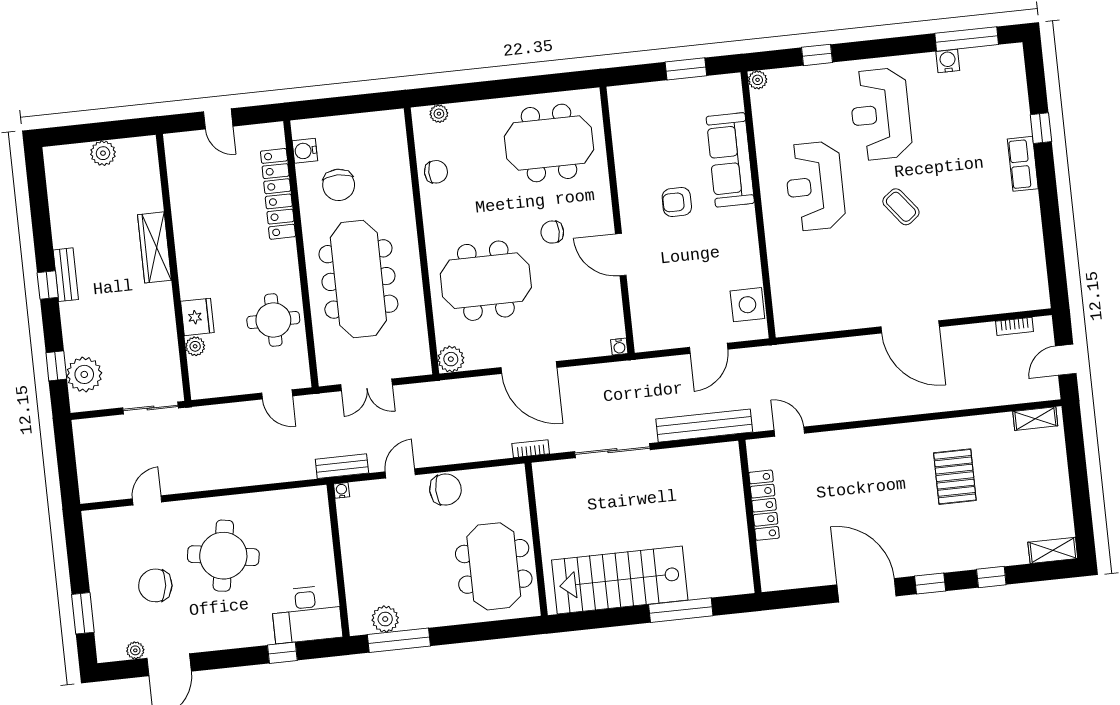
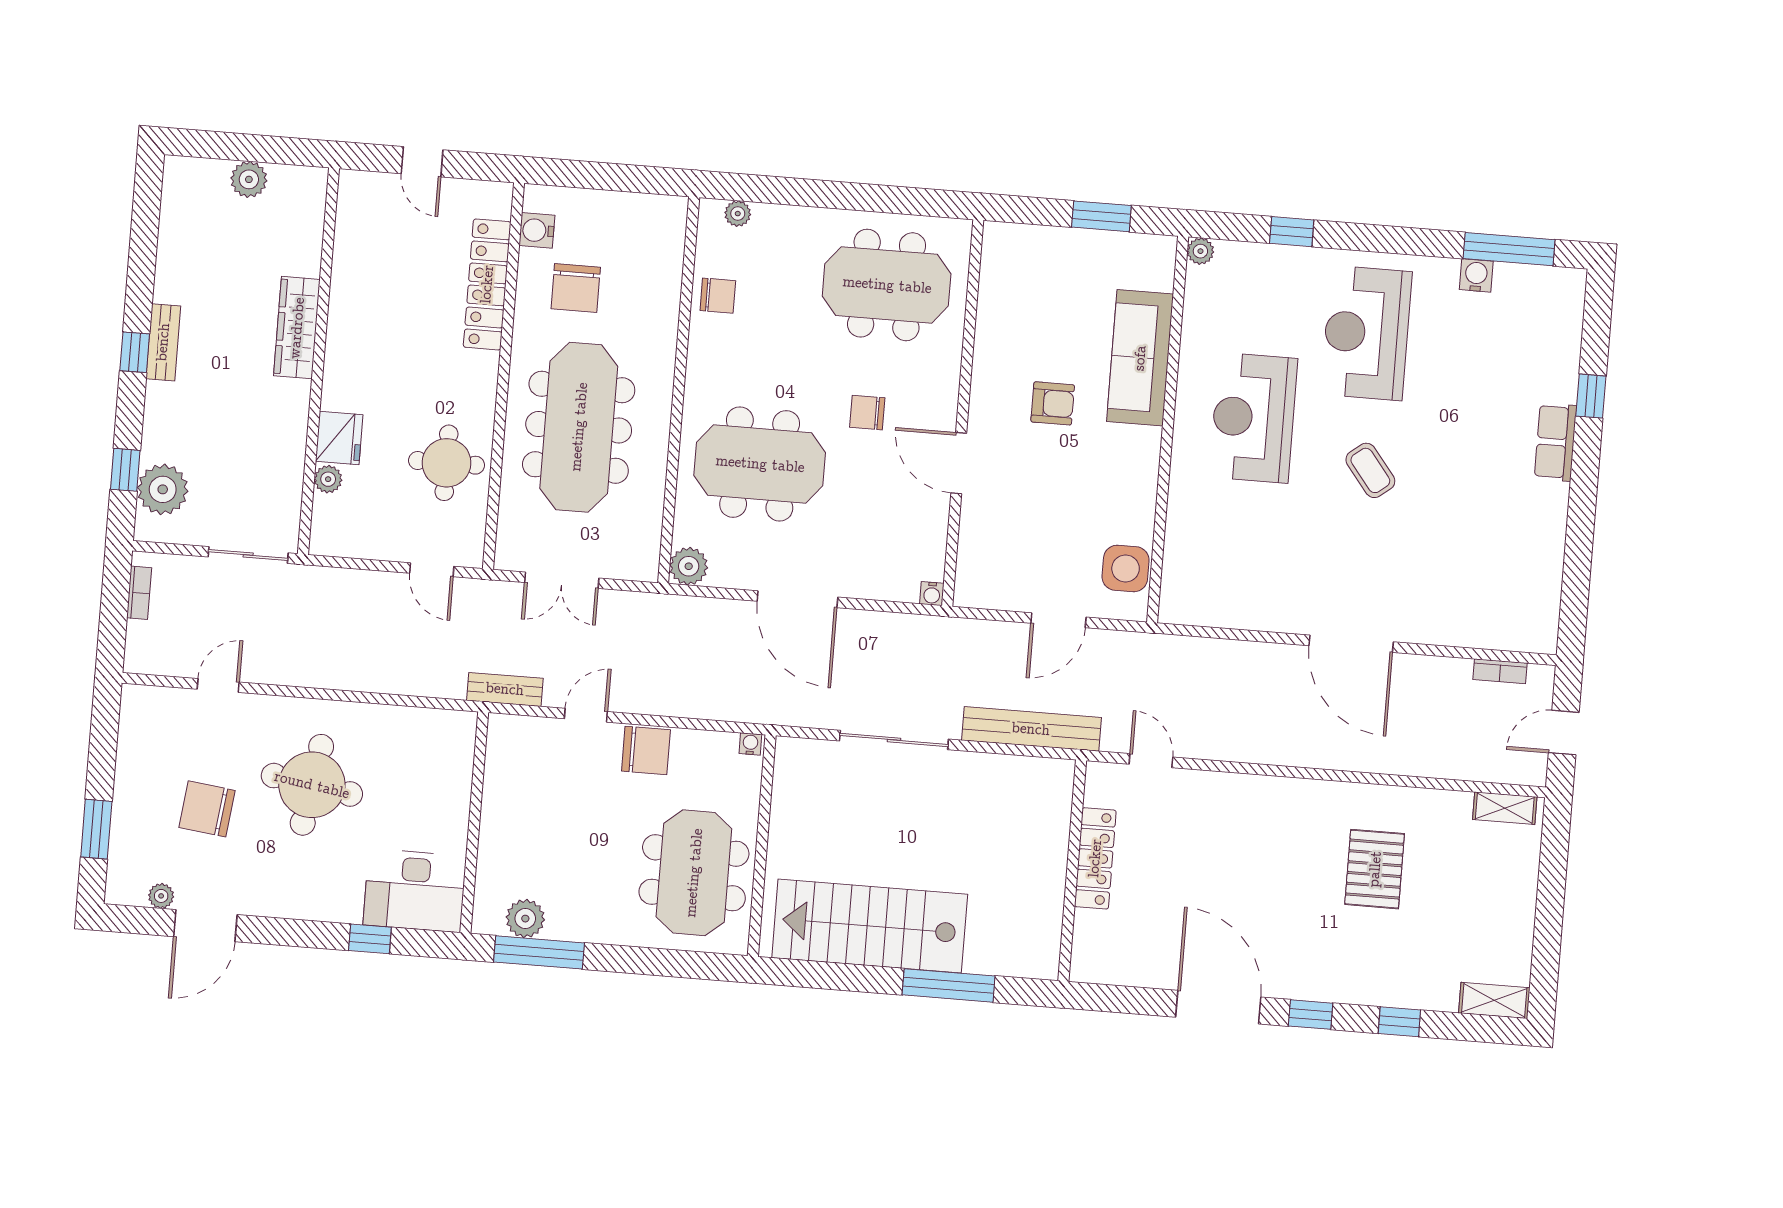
armchair: (677, 202) -> (1053, 403), turned 180
bookcase: (531, 449) -> (139, 593), moved, turned 90
water cooler: (342, 490) -> (750, 744), moved

